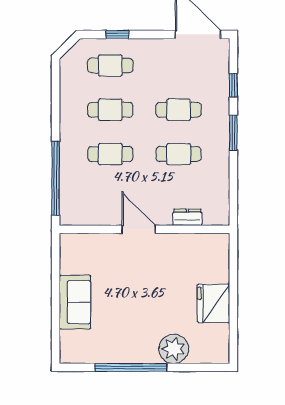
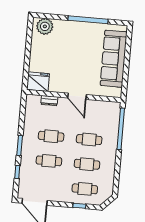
sofa: (75, 302) -> (114, 59), width x1.85, depth x1.27
fridge: (213, 303) -> (38, 82), moved, turned -90
plant: (174, 349) -> (45, 26), moved

